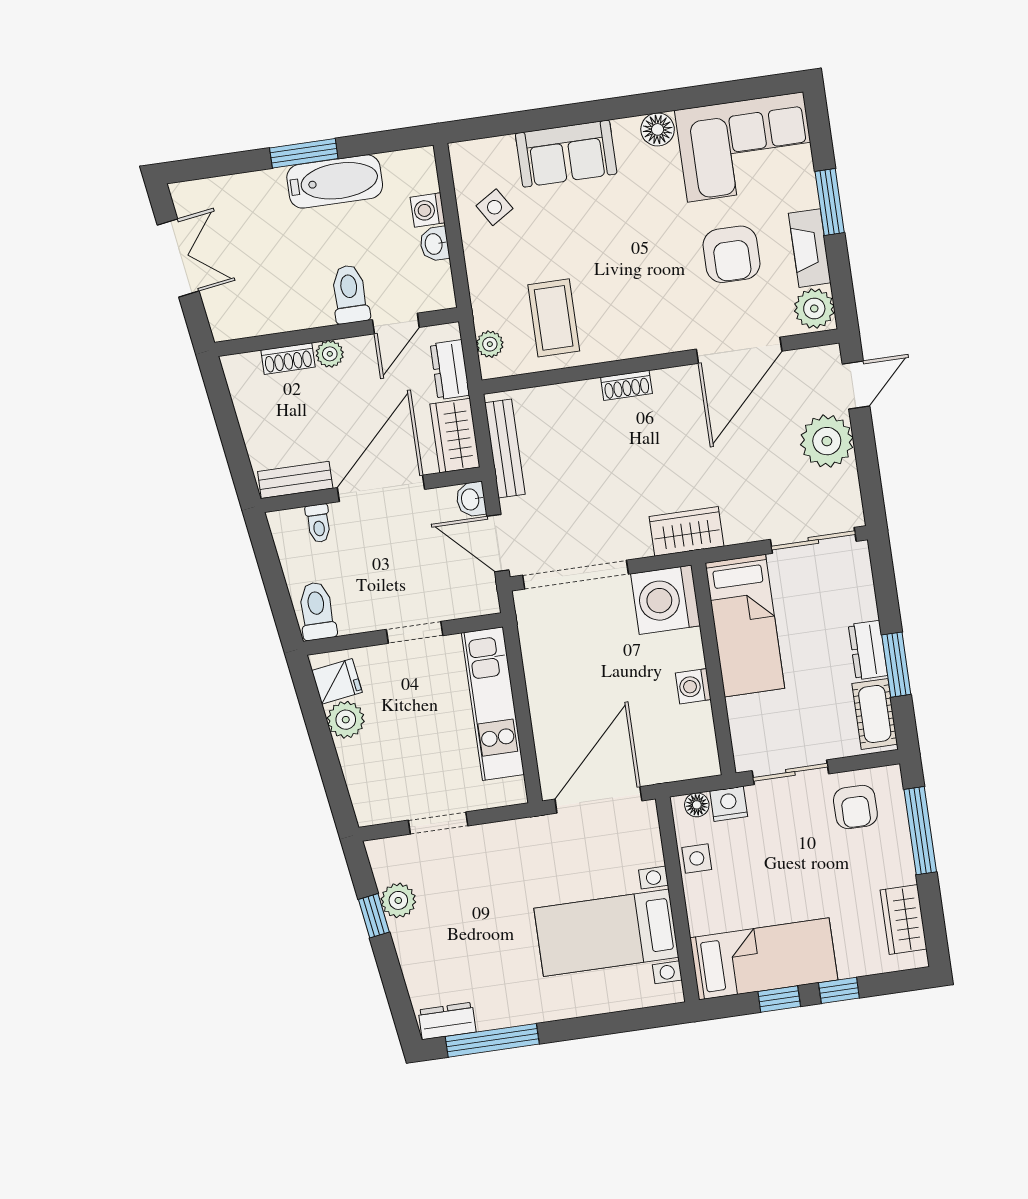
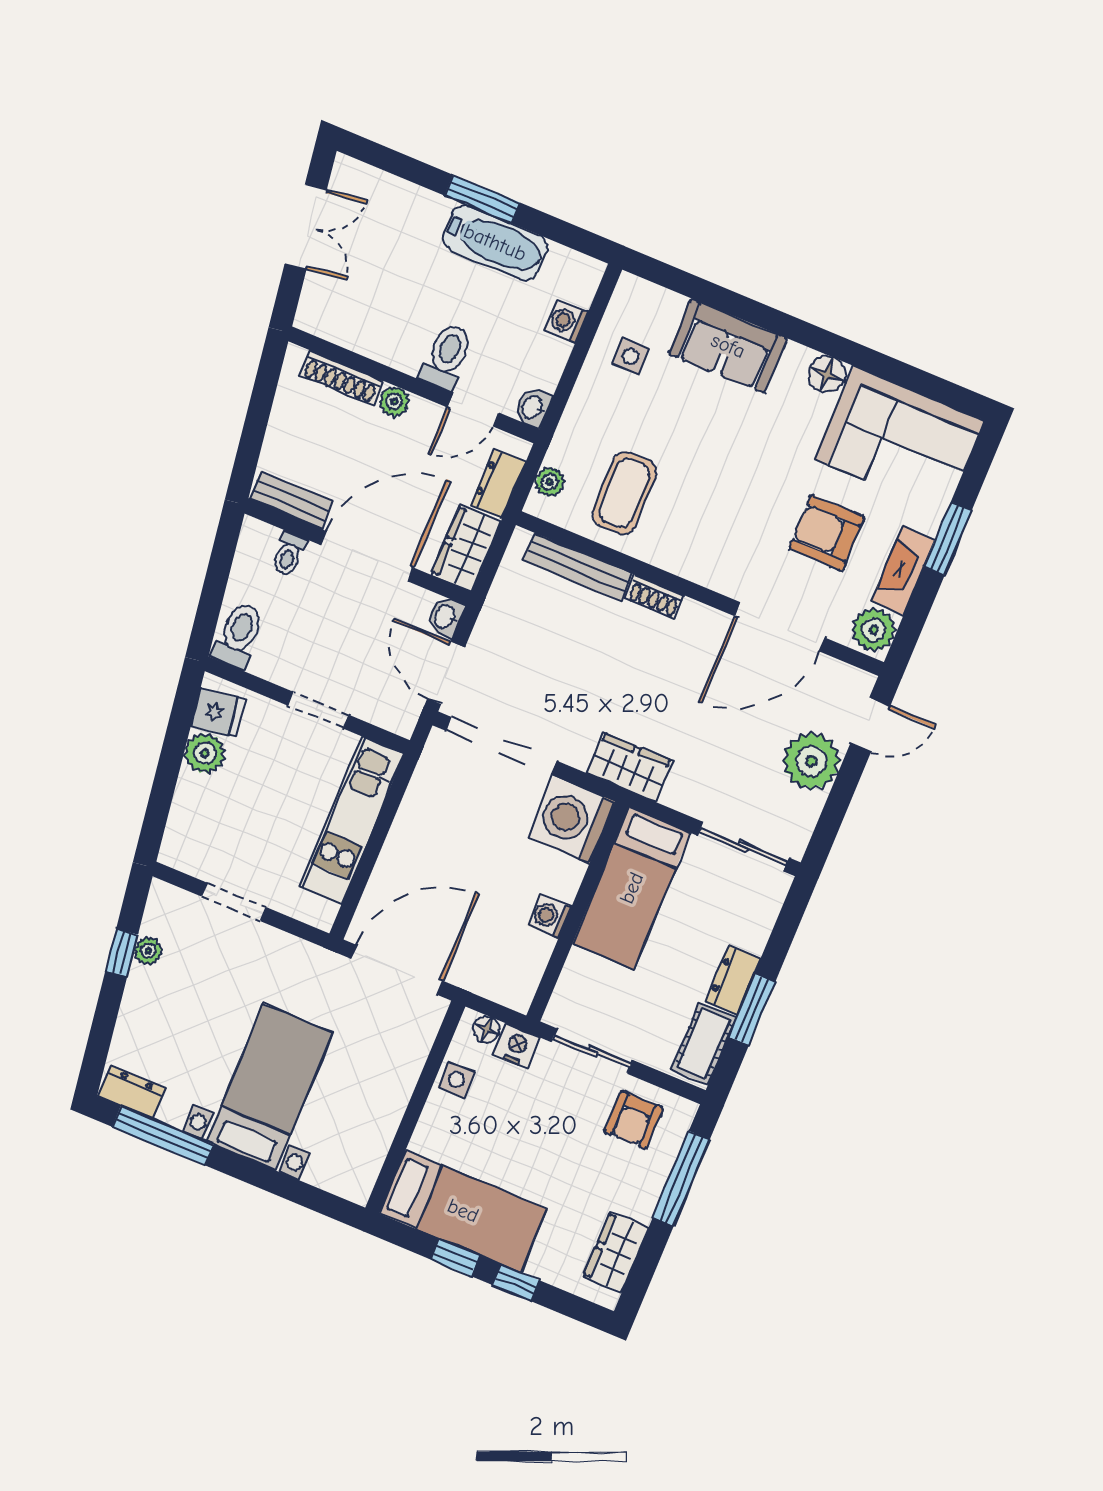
side table: (494, 207) -> (631, 356), turned 32
washbasin: (434, 244) -> (533, 407), moved
armchair: (731, 254) -> (826, 533), turned 90
shoe rack: (288, 359) -> (341, 378), width x1.43
bench: (505, 448) -> (578, 567), moved, turned 90
plant: (398, 900) -> (148, 951), width x0.73, depth x0.73
bed with nightstands: (606, 933) -> (269, 1087), moved, turned 90

